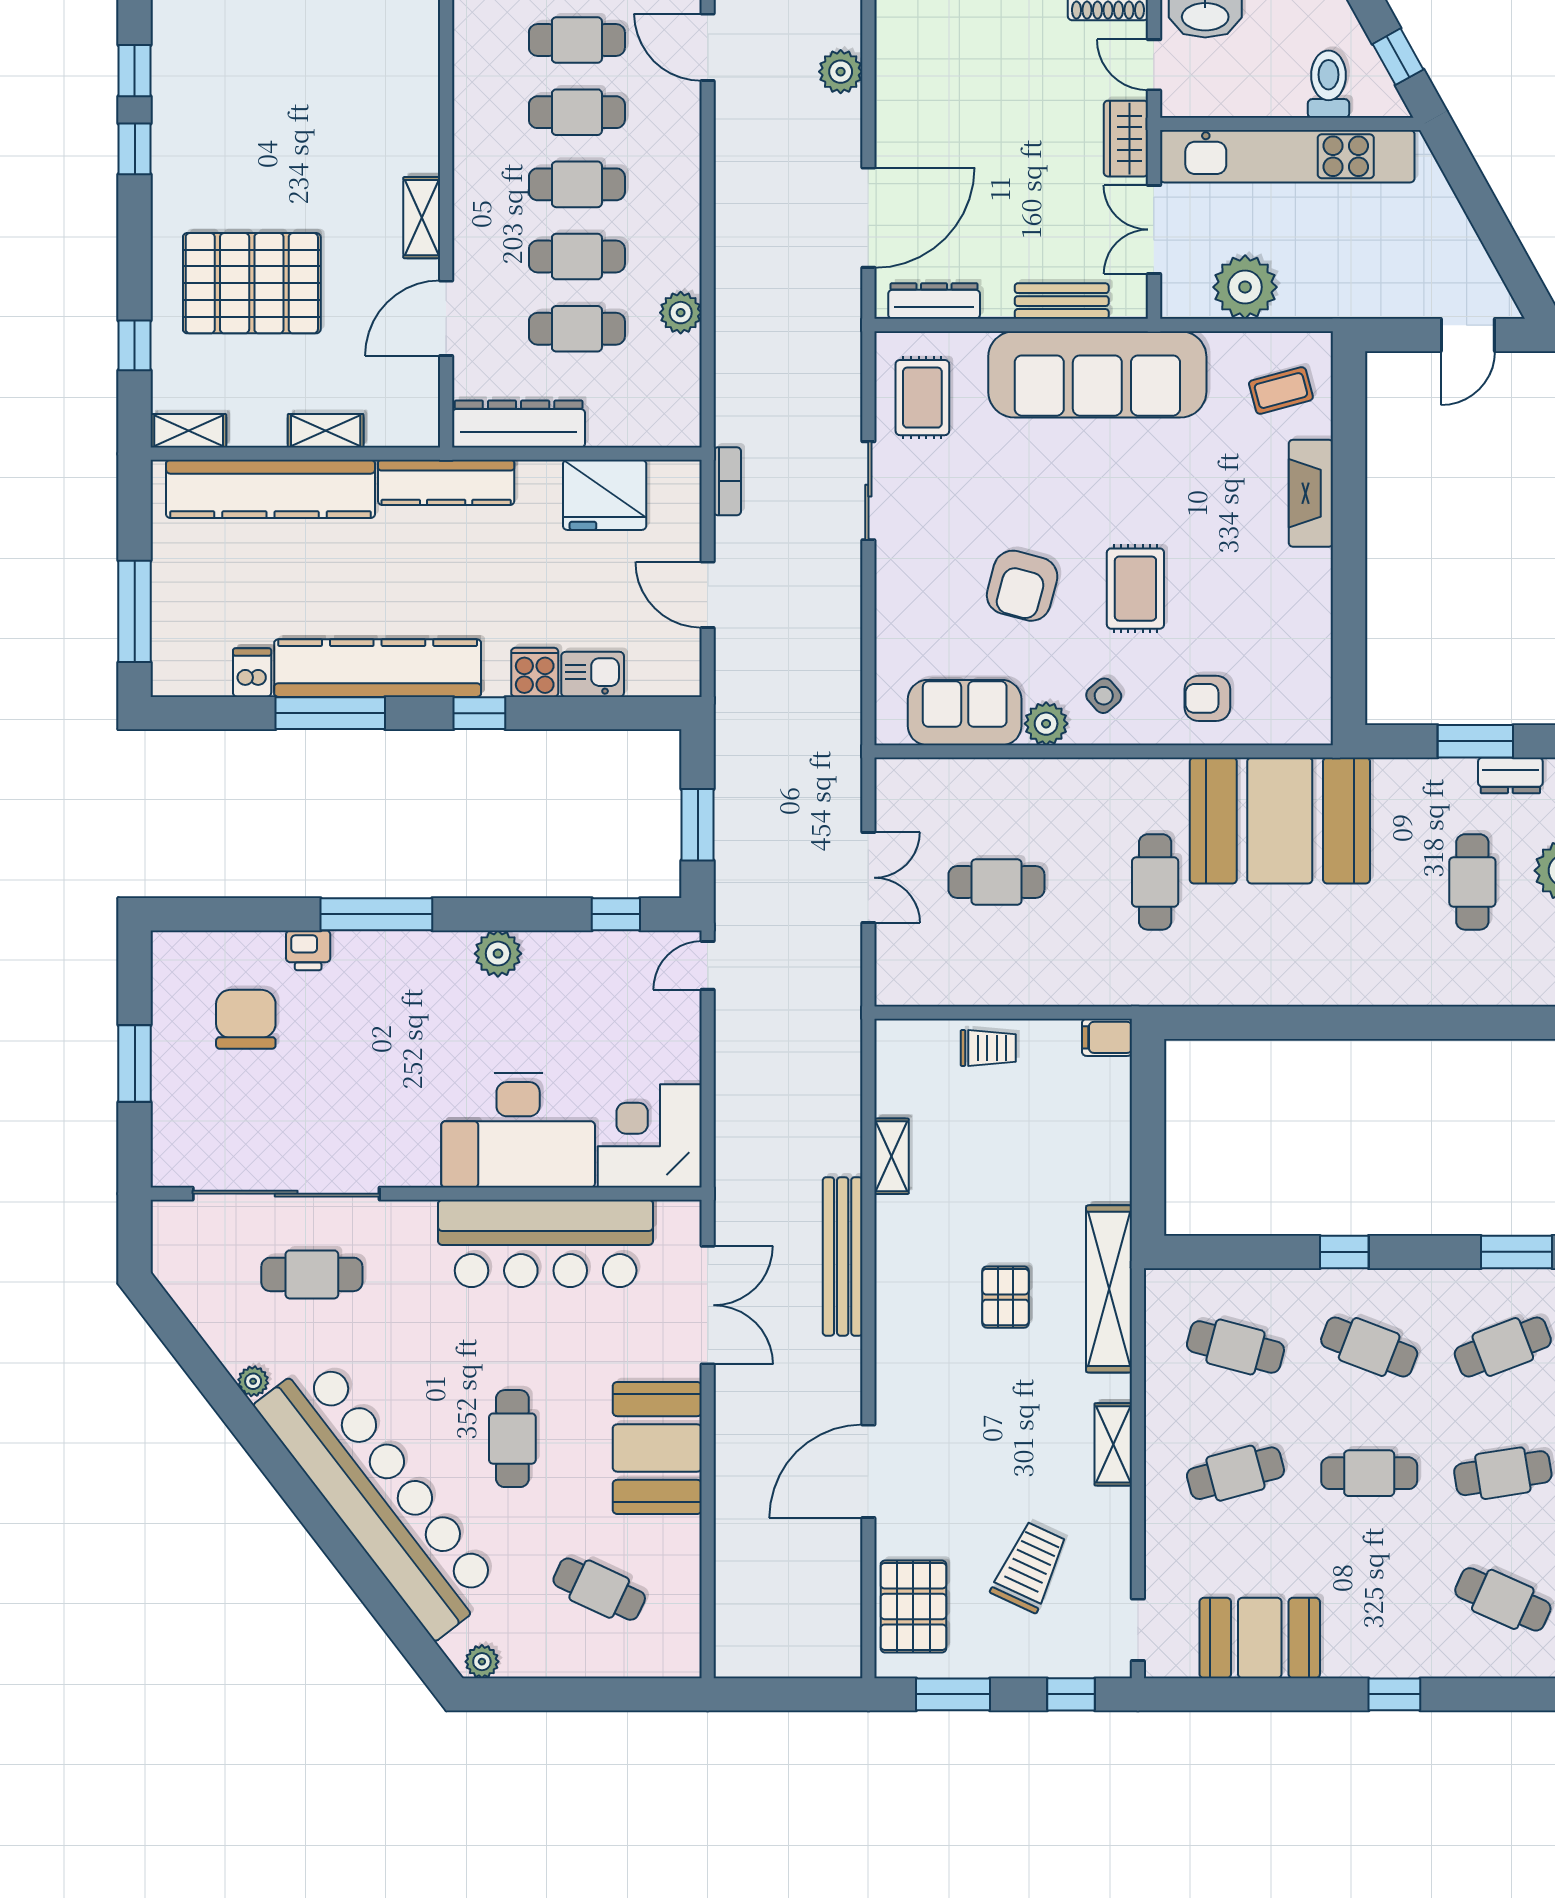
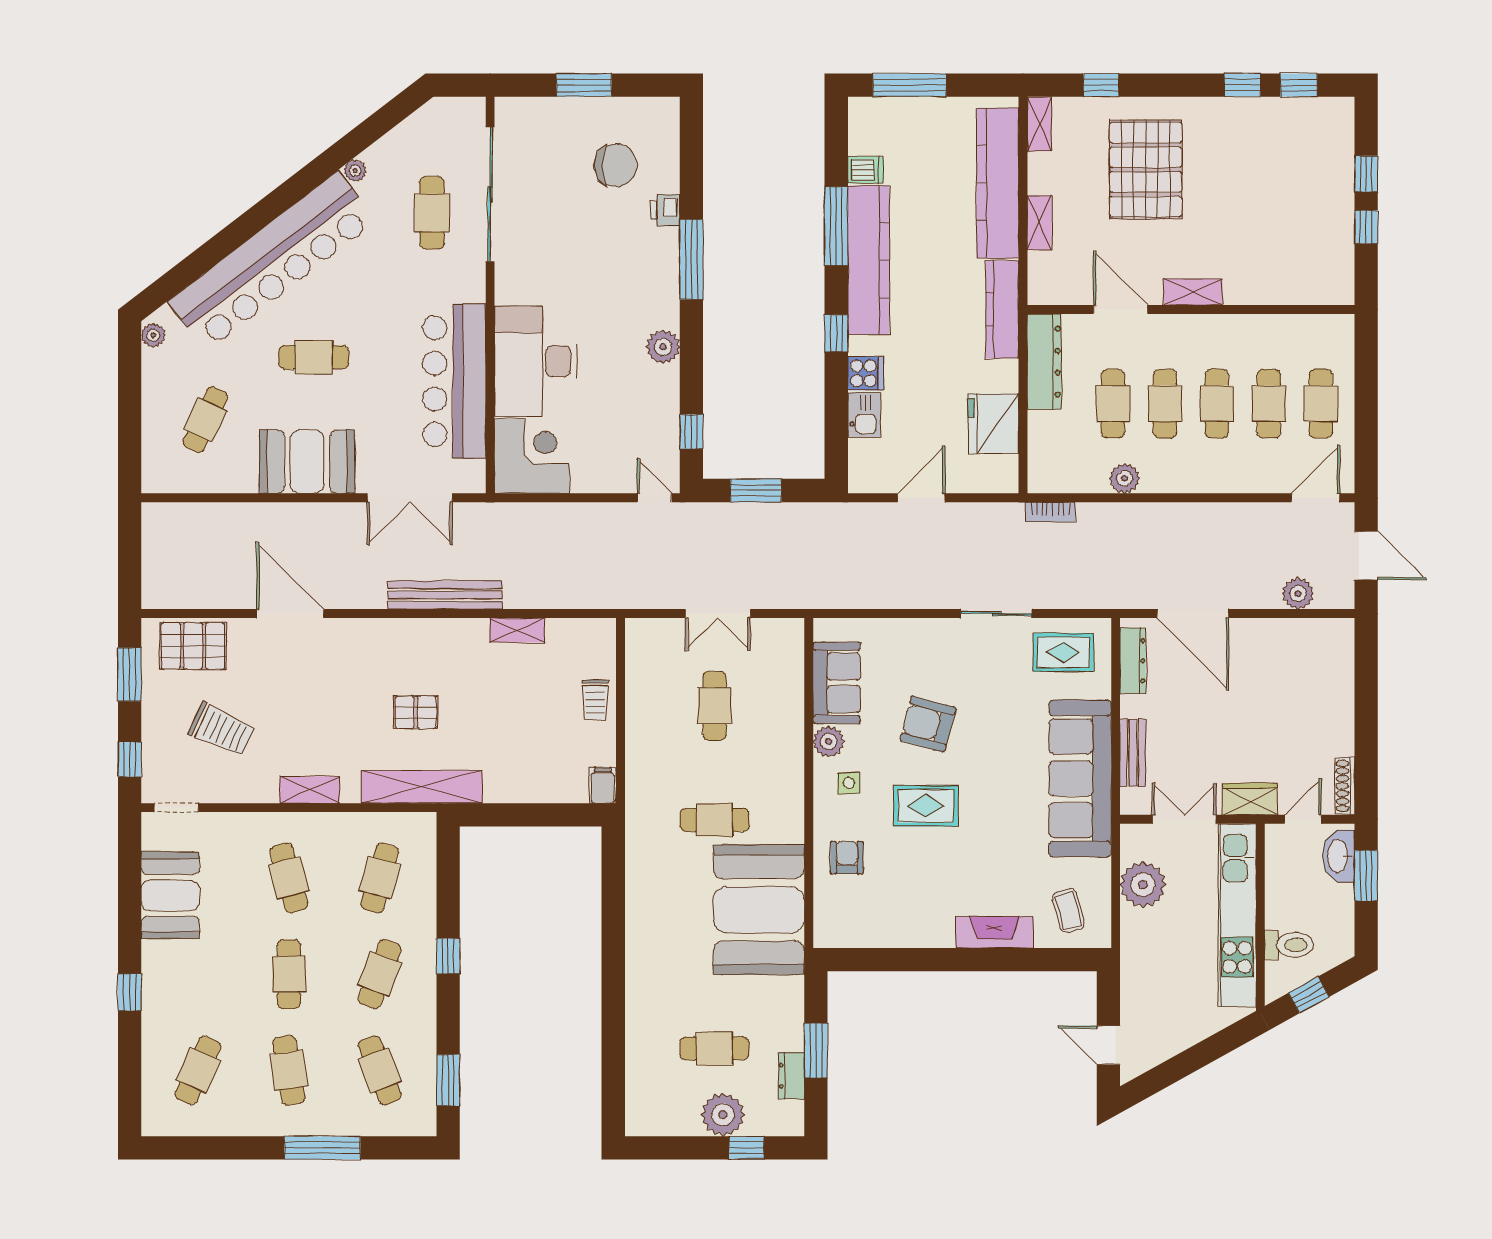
bookcase: (727, 481) -> (1050, 512), moved
side table: (1104, 696) -> (849, 783), turned 38

